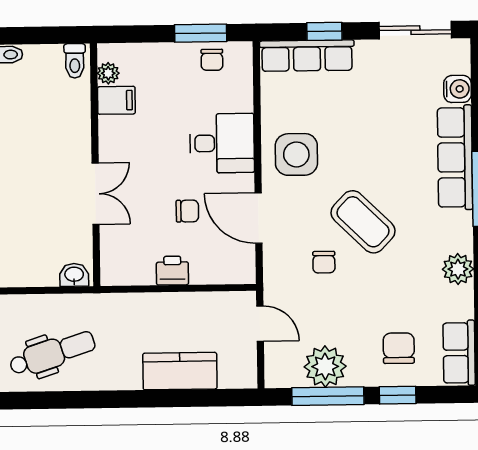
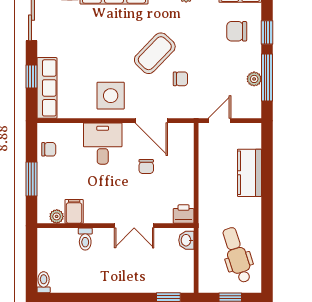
window: (201, 33) -> (31, 179), moved
toilet: (75, 61) -> (85, 239), moved, turned 90
double door: (96, 194) -> (134, 226), swing flipped
chair: (187, 211) -> (146, 167), turned 180
door: (259, 218) -> (151, 121), hinge flipped
printer: (172, 271) -> (184, 214), moved, turned 90
plant: (325, 366) -> (254, 79), width x0.53, depth x0.53

